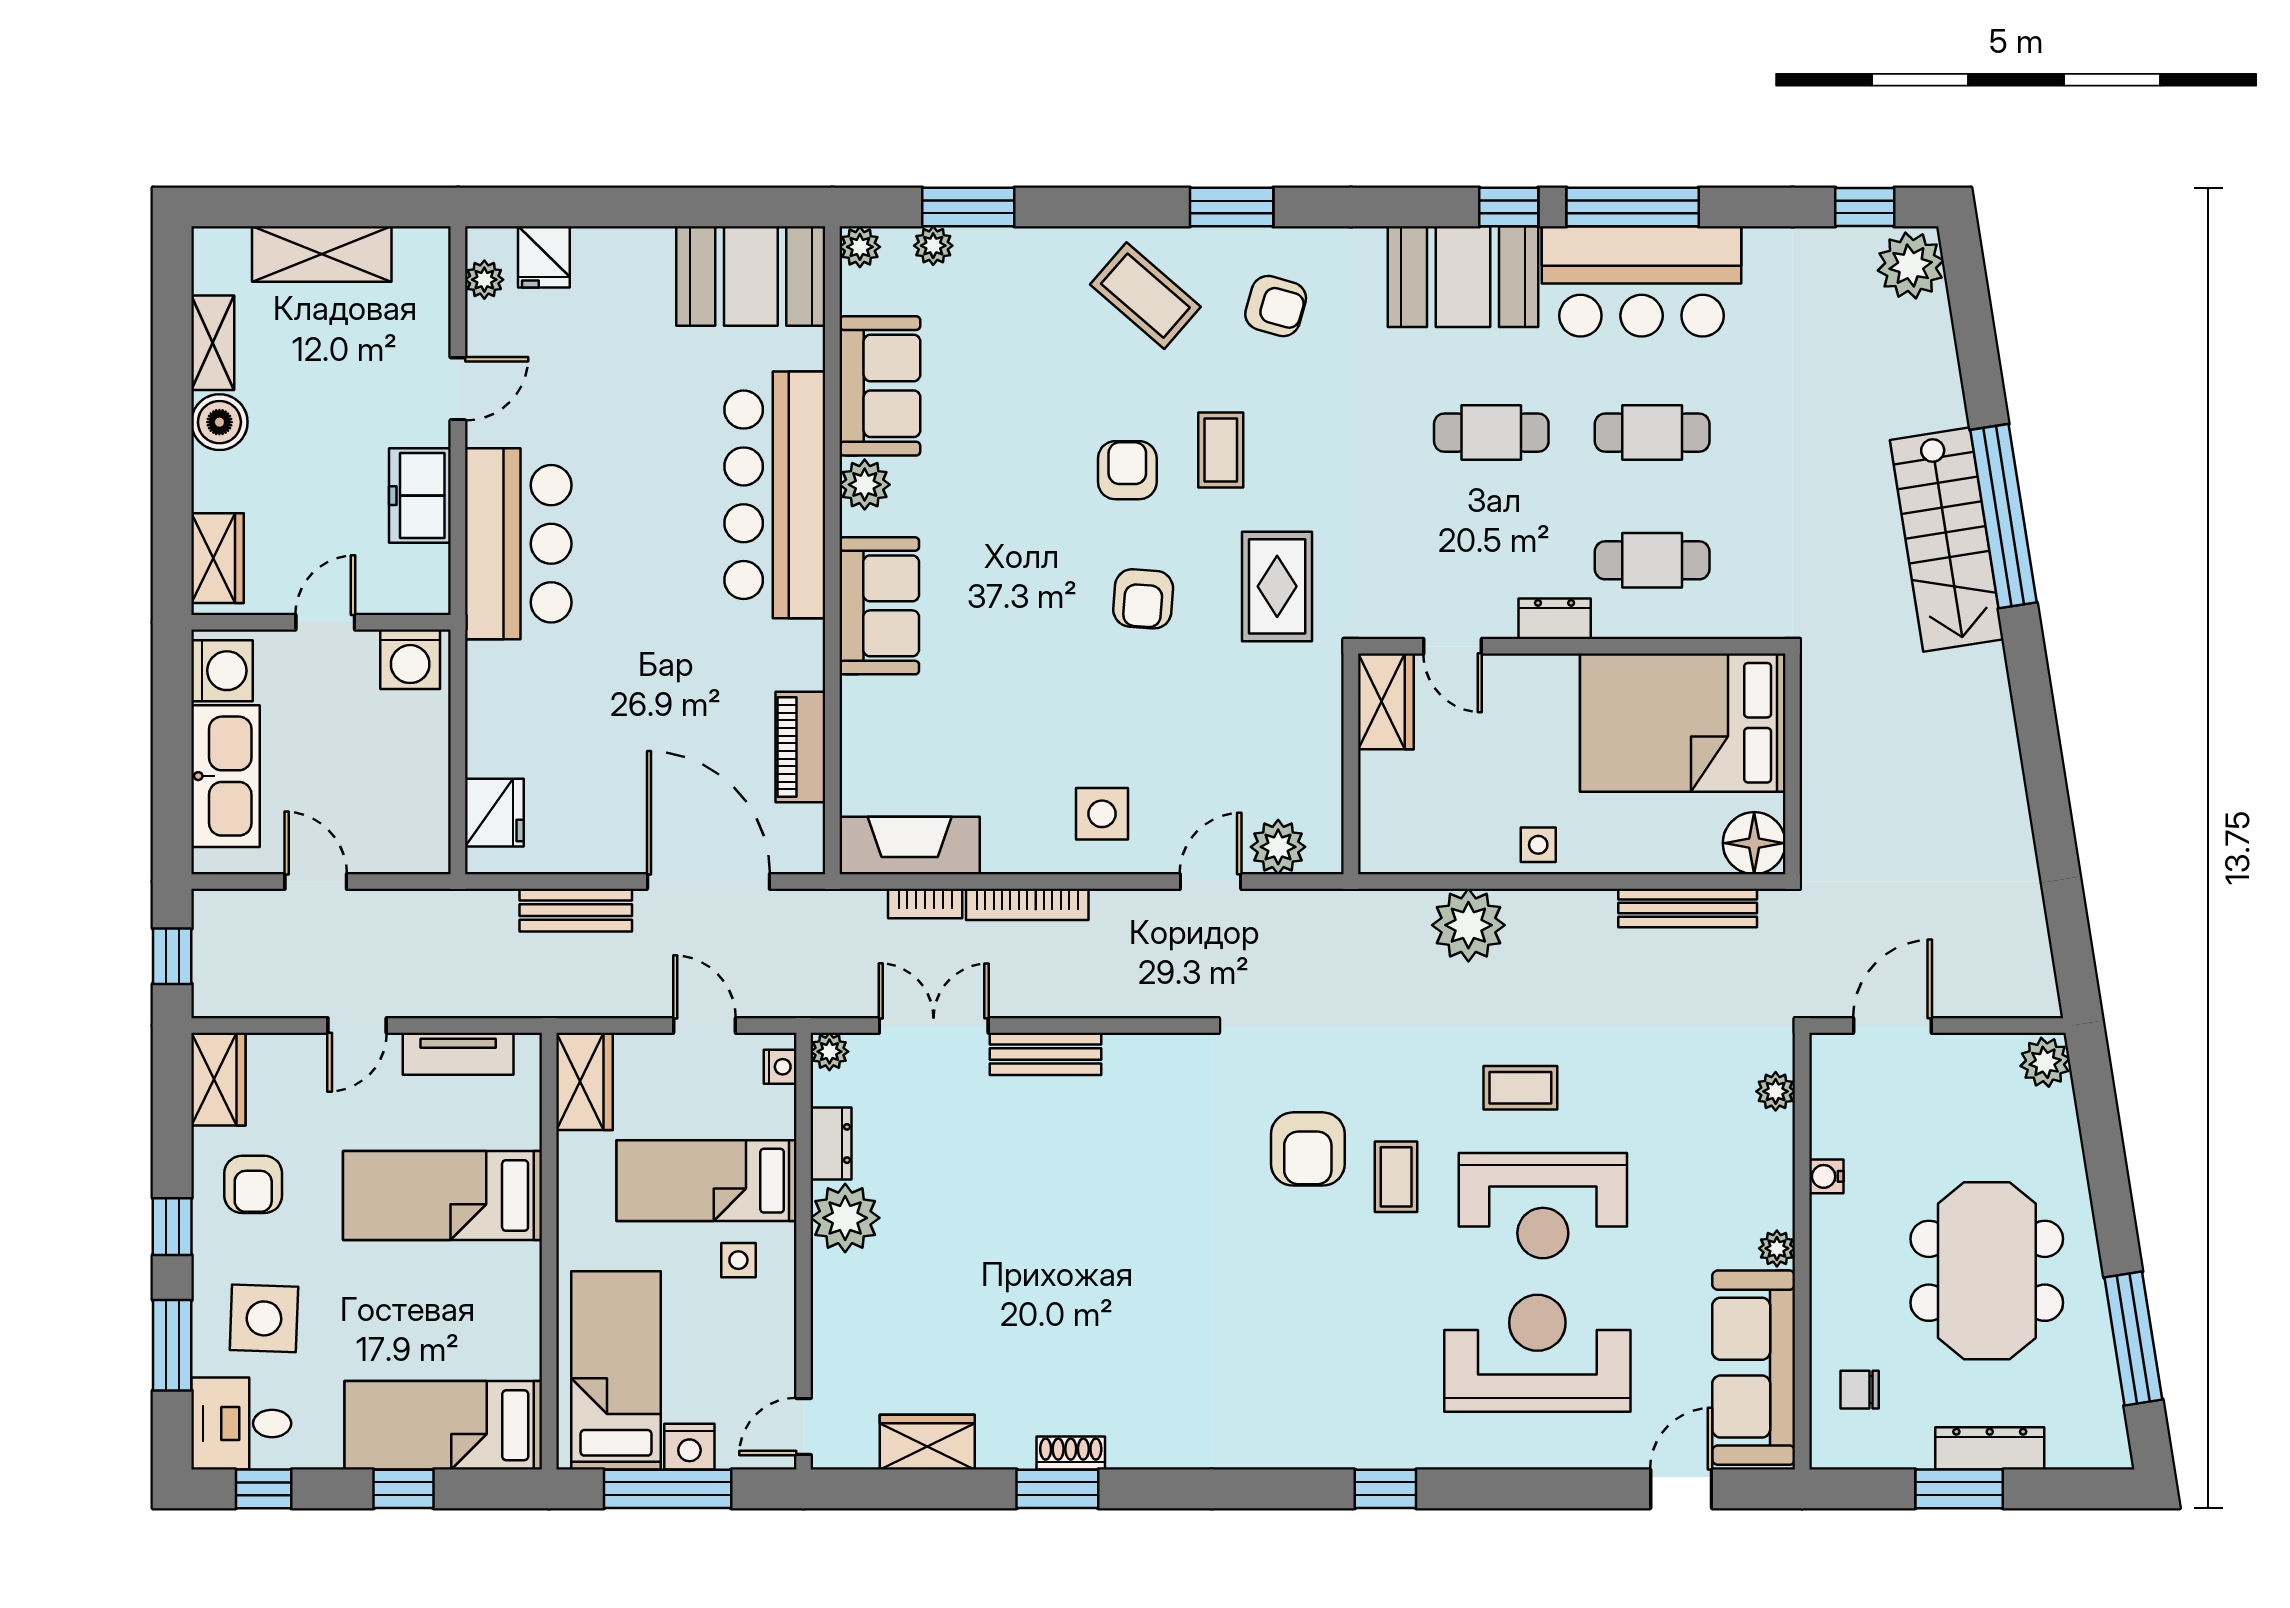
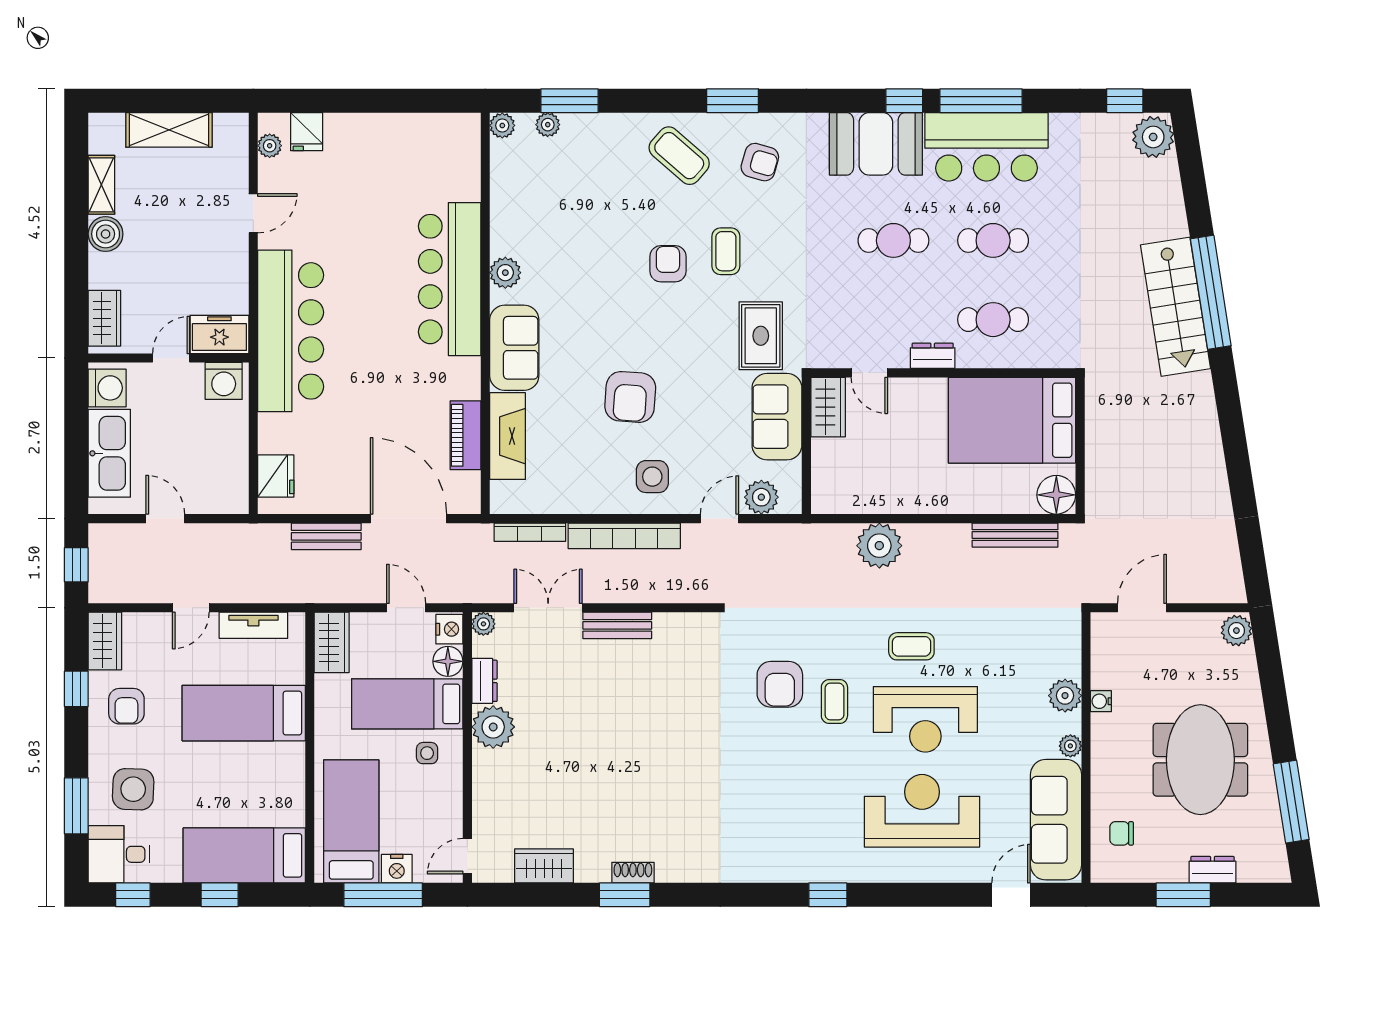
booth: (751, 276) -> (435, 143), removed
sofa: (880, 386) -> (777, 417), moved, turned 180
freezer: (420, 496) -> (219, 334), moved, turned 90
bar counter: (518, 544) -> (291, 331), width x1.36
armchair: (1143, 599) -> (630, 397), moved, width x1.38, depth x1.38
side table: (1538, 845) -> (923, 496), removed
fireplace: (910, 846) -> (508, 436), moved, turned 90
bookcase: (925, 903) -> (530, 532), width x1.56
bookcase: (1027, 904) -> (624, 536), width x1.48, depth x1.31
nightstand: (780, 1067) -> (449, 629), width x1.39, depth x1.35
plant: (1776, 1091) -> (1065, 696), moved, width x1.38, depth x1.38
floor lamp: (772, 1112) -> (448, 661), added
window: (172, 1227) -> (76, 689), moved
dresser: (1990, 1448) -> (1212, 870), width x0.70

